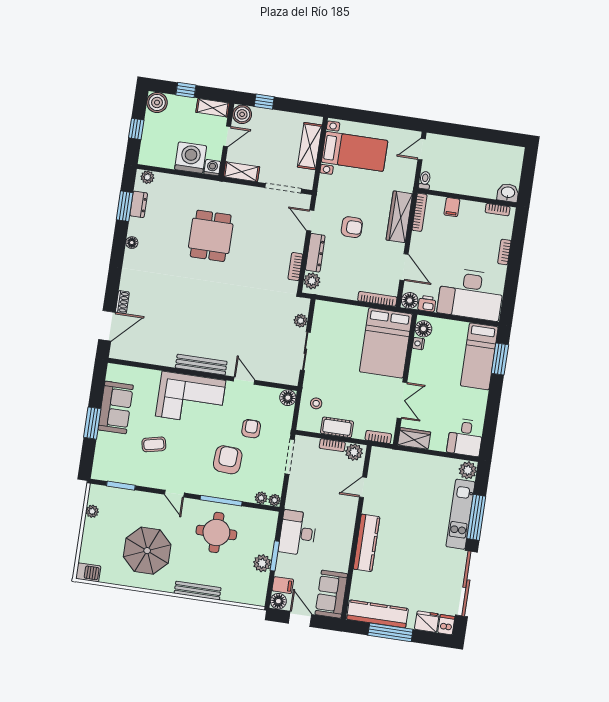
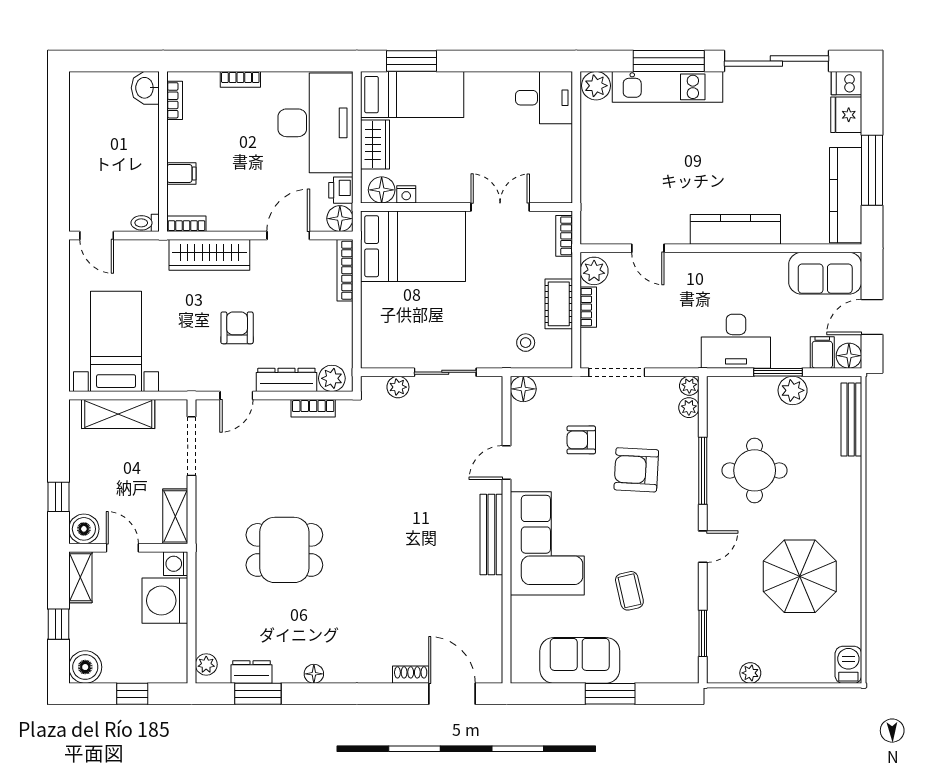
bookcase: (420, 212) -> (186, 224), width x0.64
wardrobe: (414, 438) -> (375, 145), moved, turned 180
bench: (198, 591) -> (851, 419), moved

